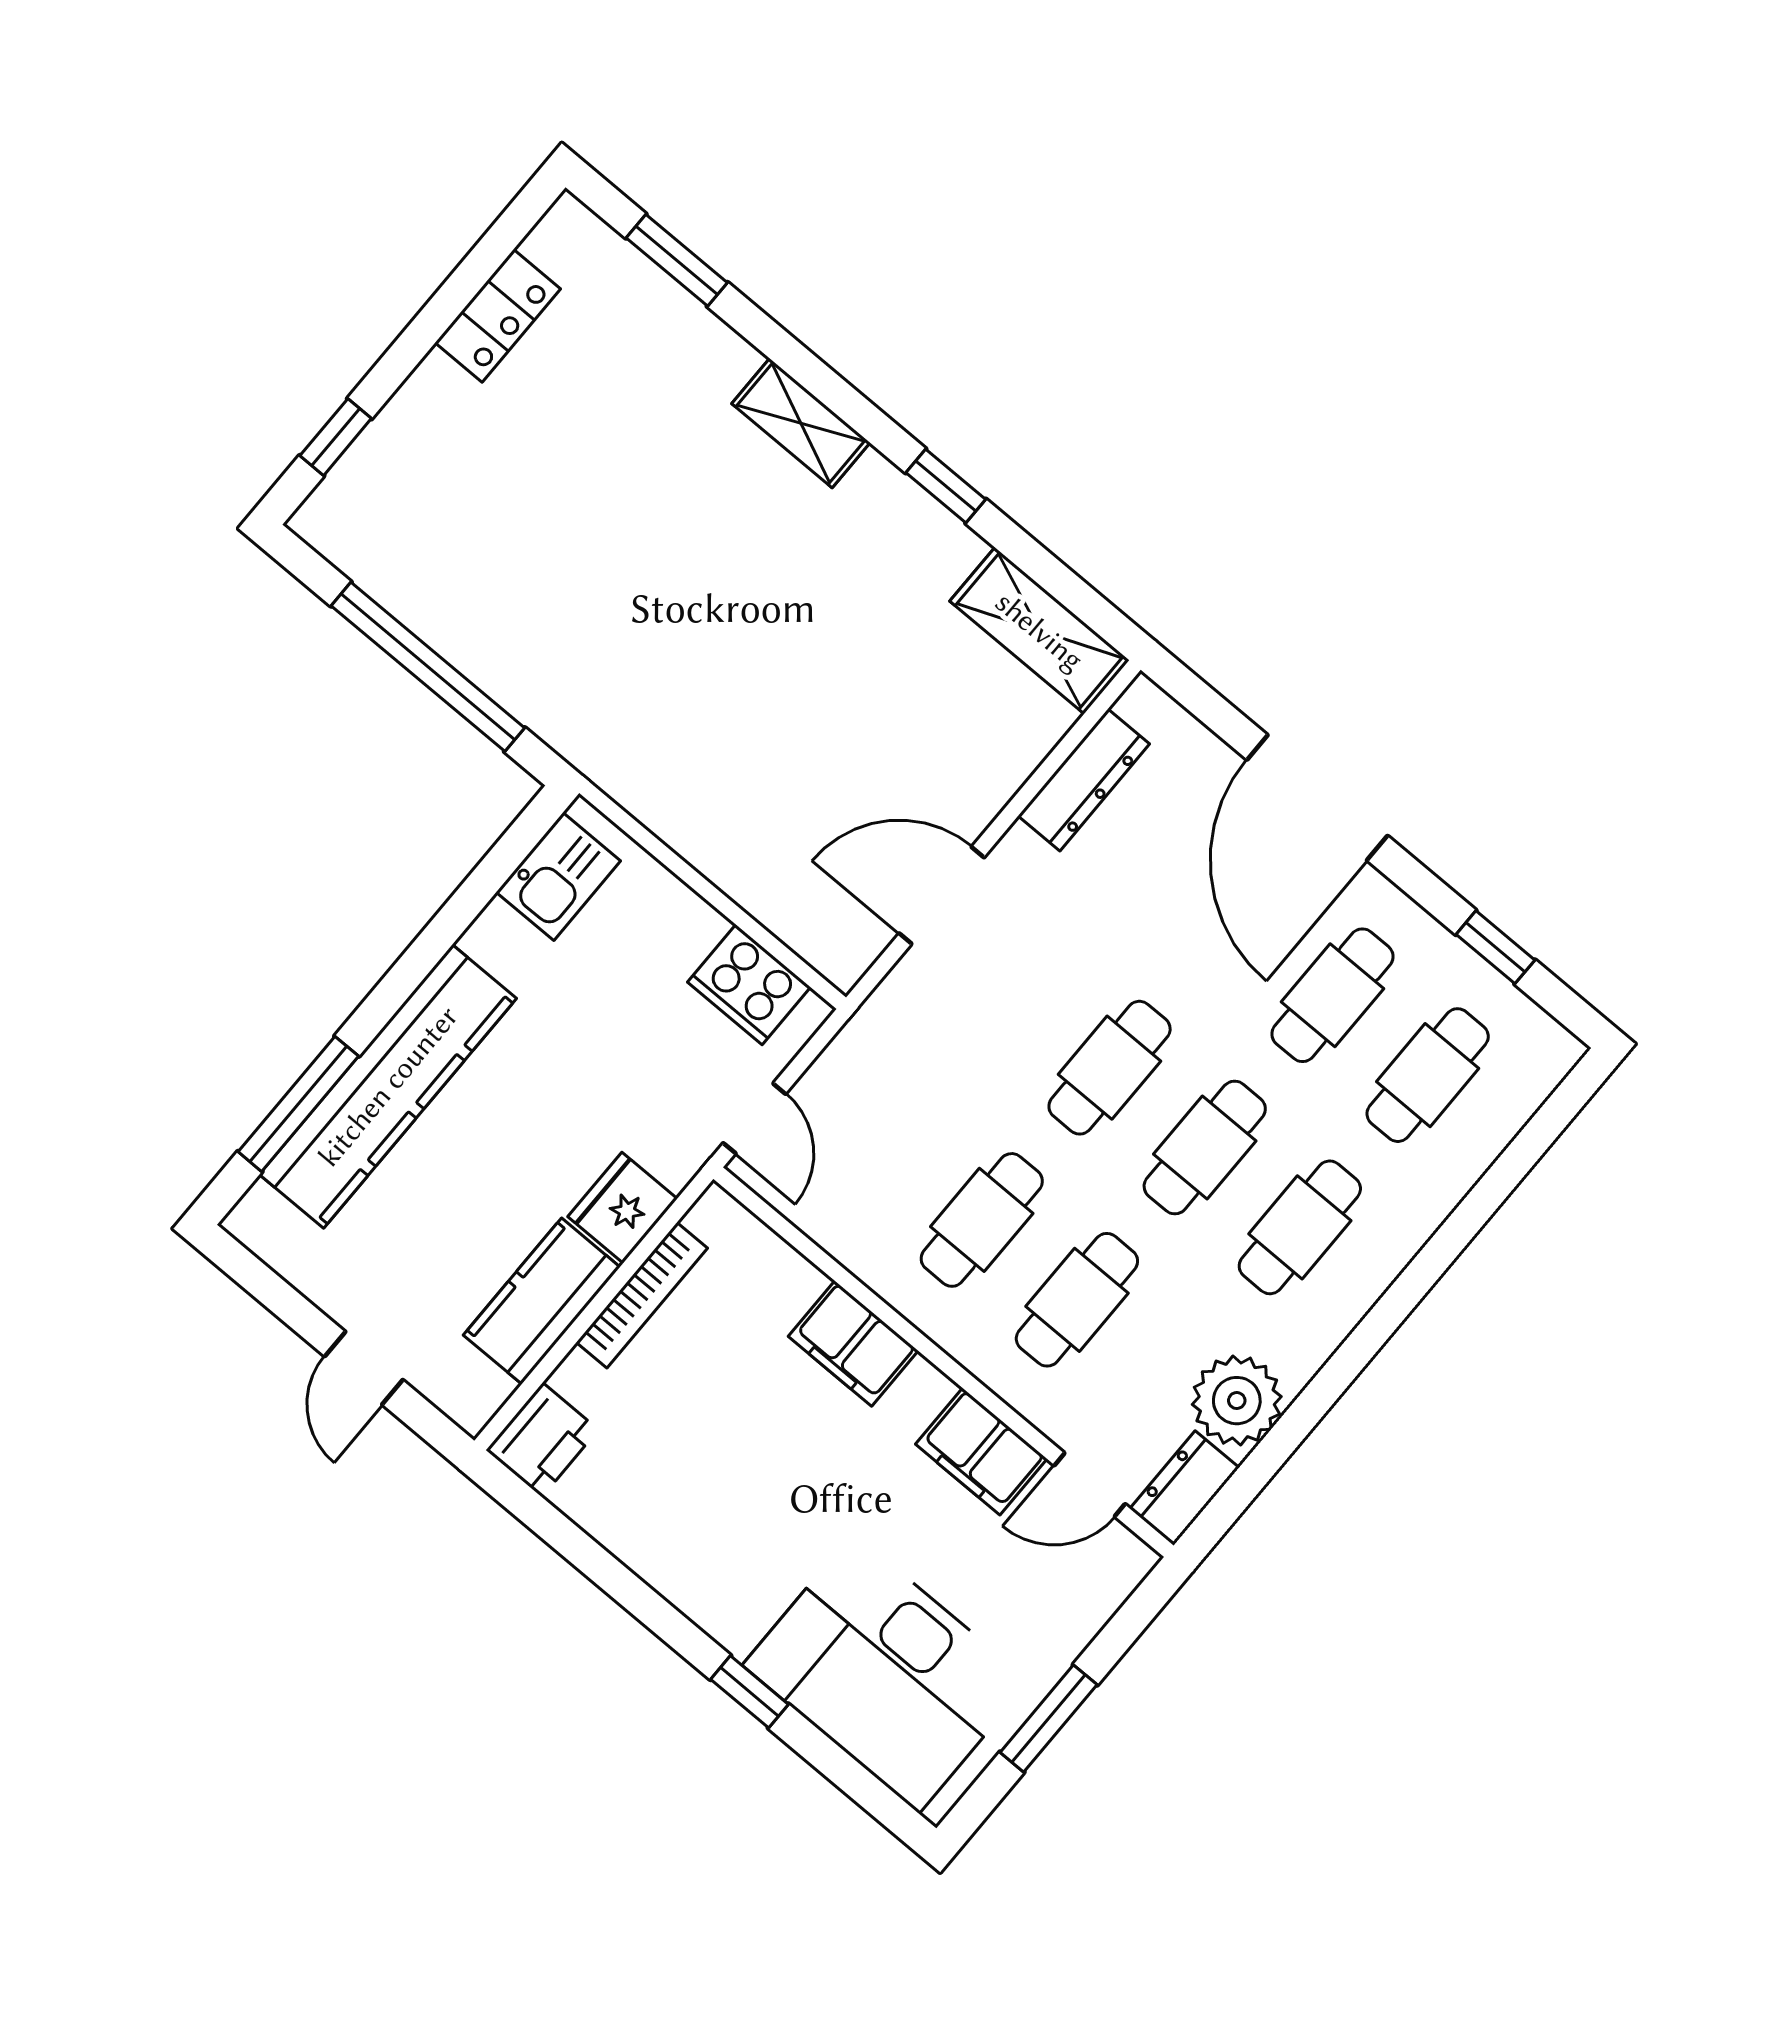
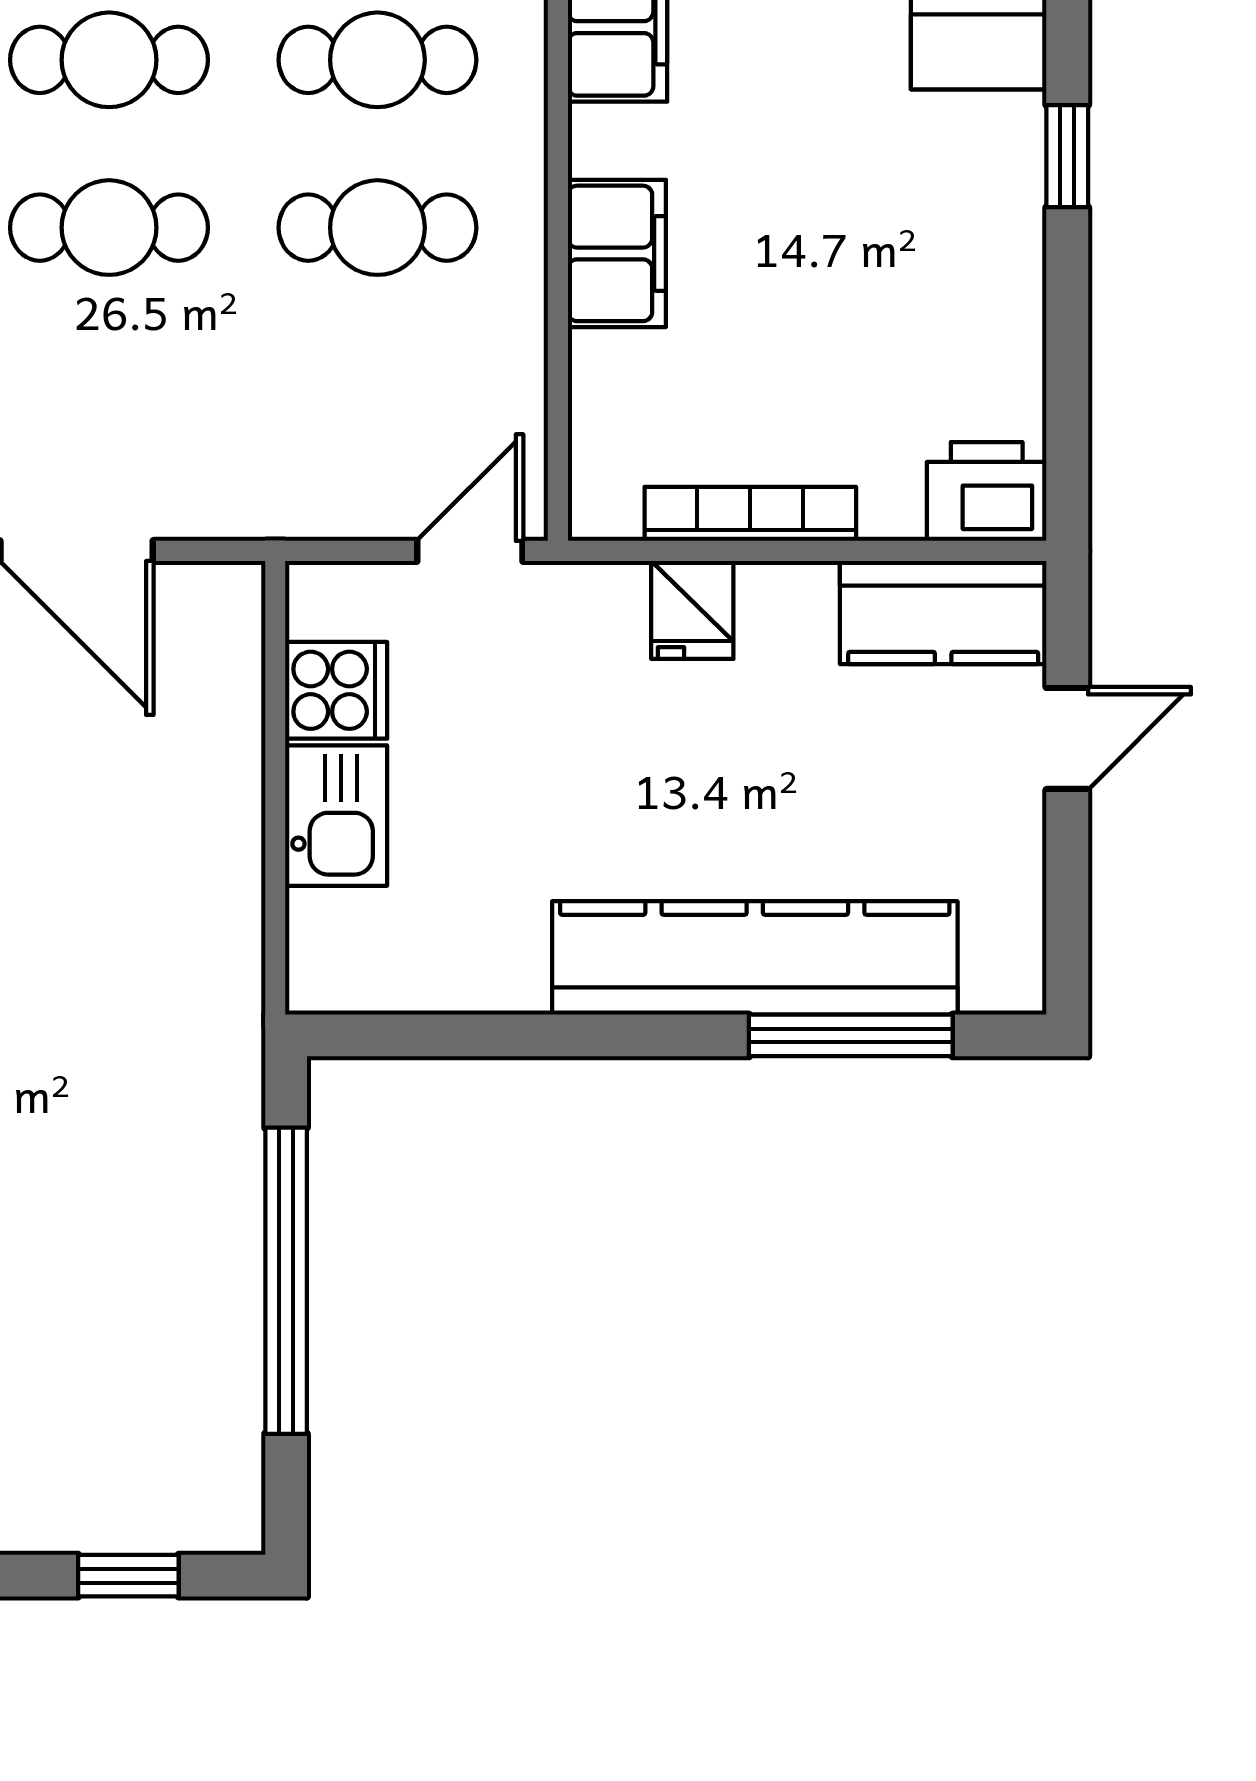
kitchen sink: (558, 877) -> (336, 816), moved, turned 90
cooker: (749, 985) -> (336, 690), width x0.73
fridge: (623, 1208) -> (692, 610), width x0.72
kitchen counter: (542, 1301) -> (943, 613), moved
window: (749, 1692) -> (1067, 156), moved

